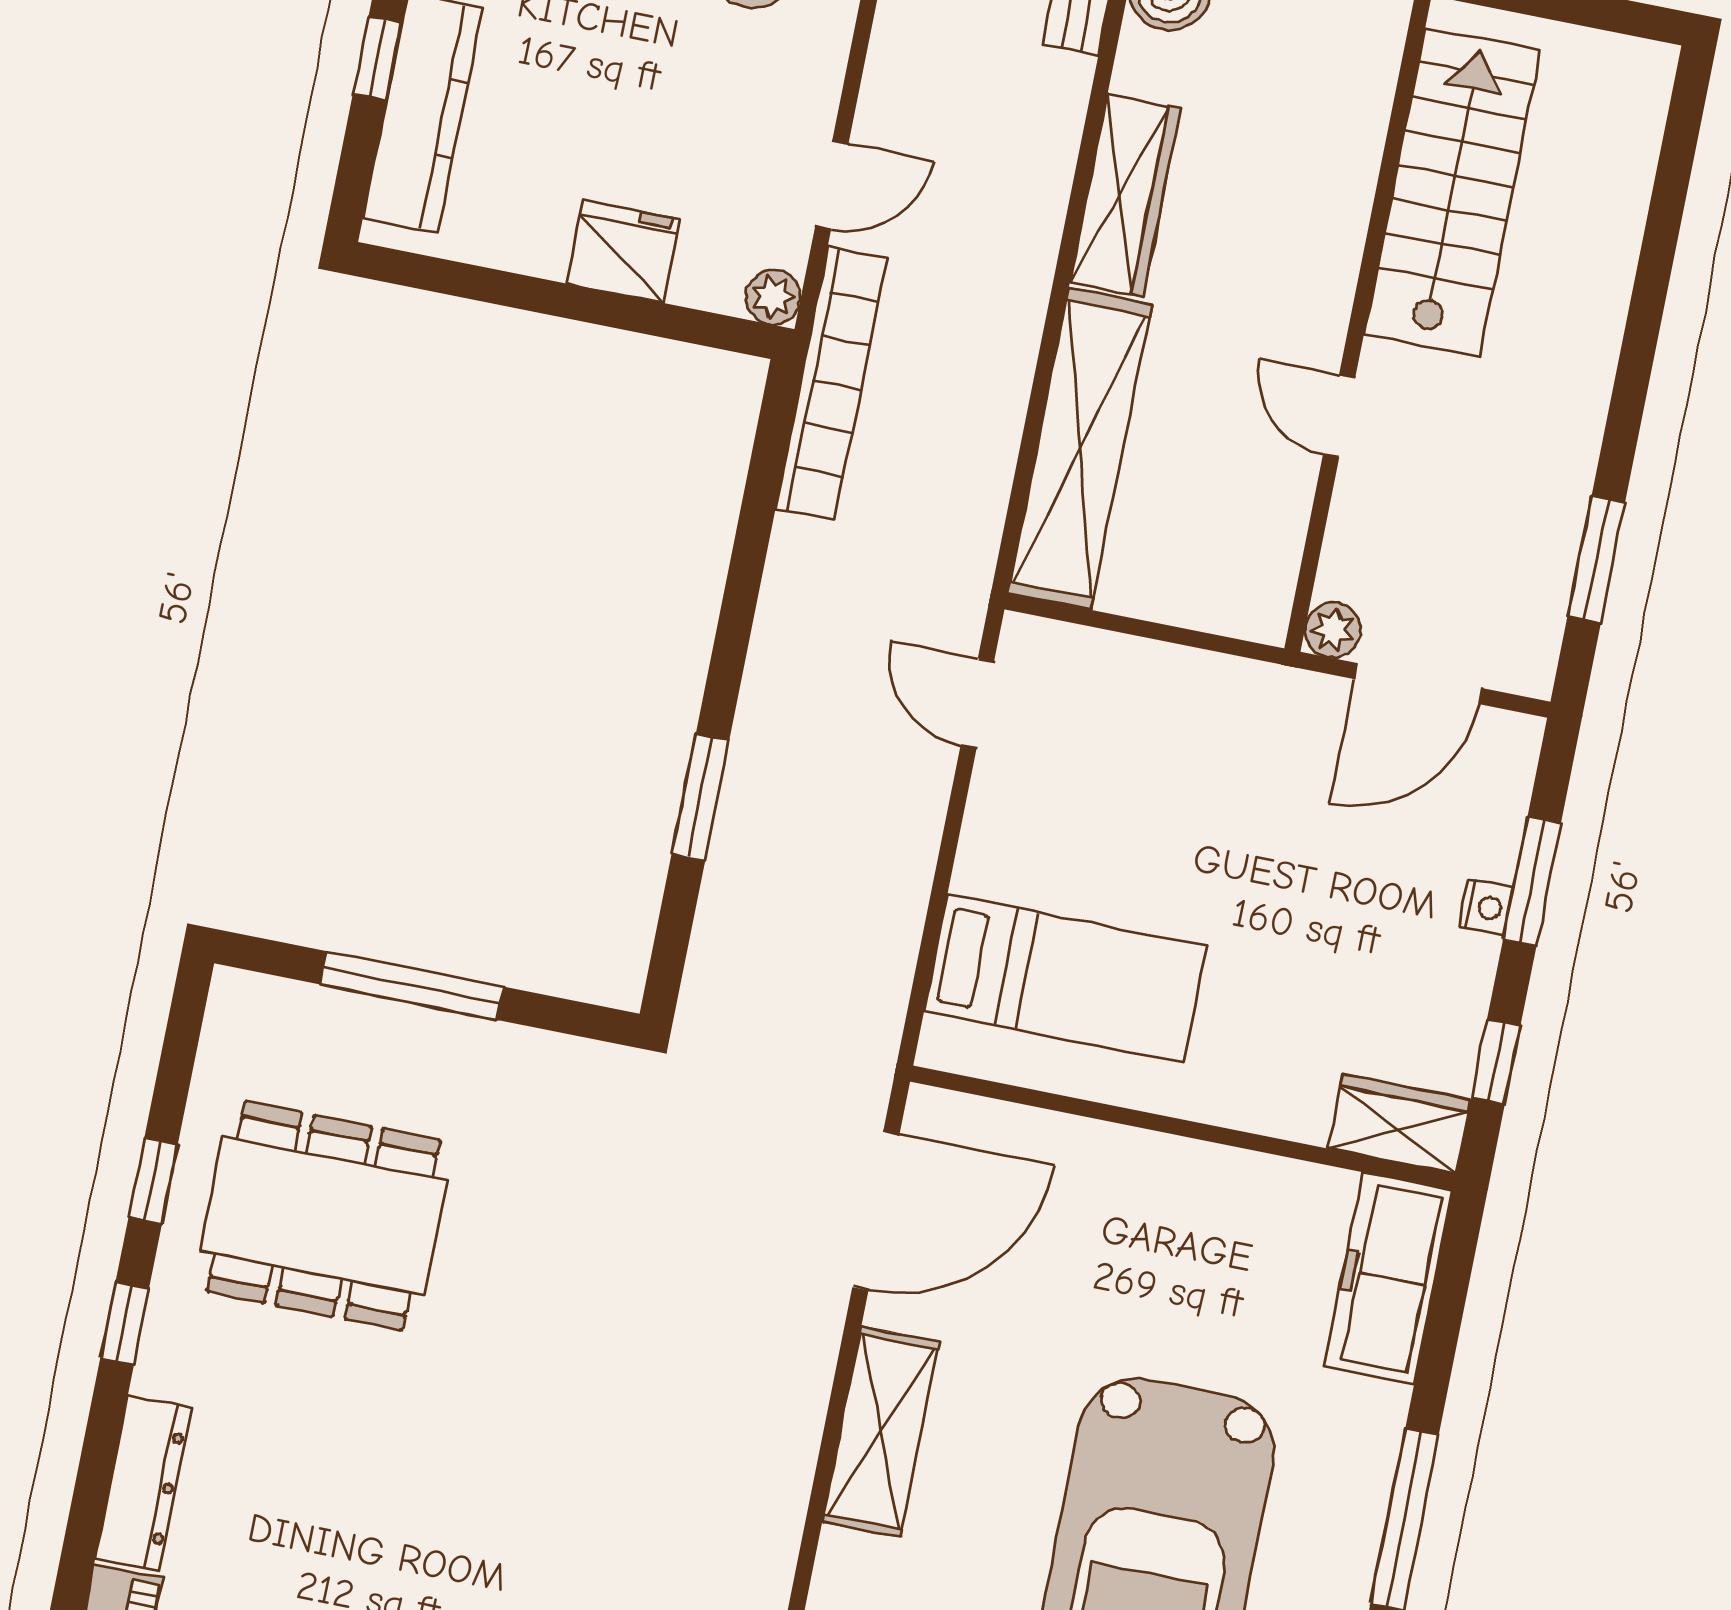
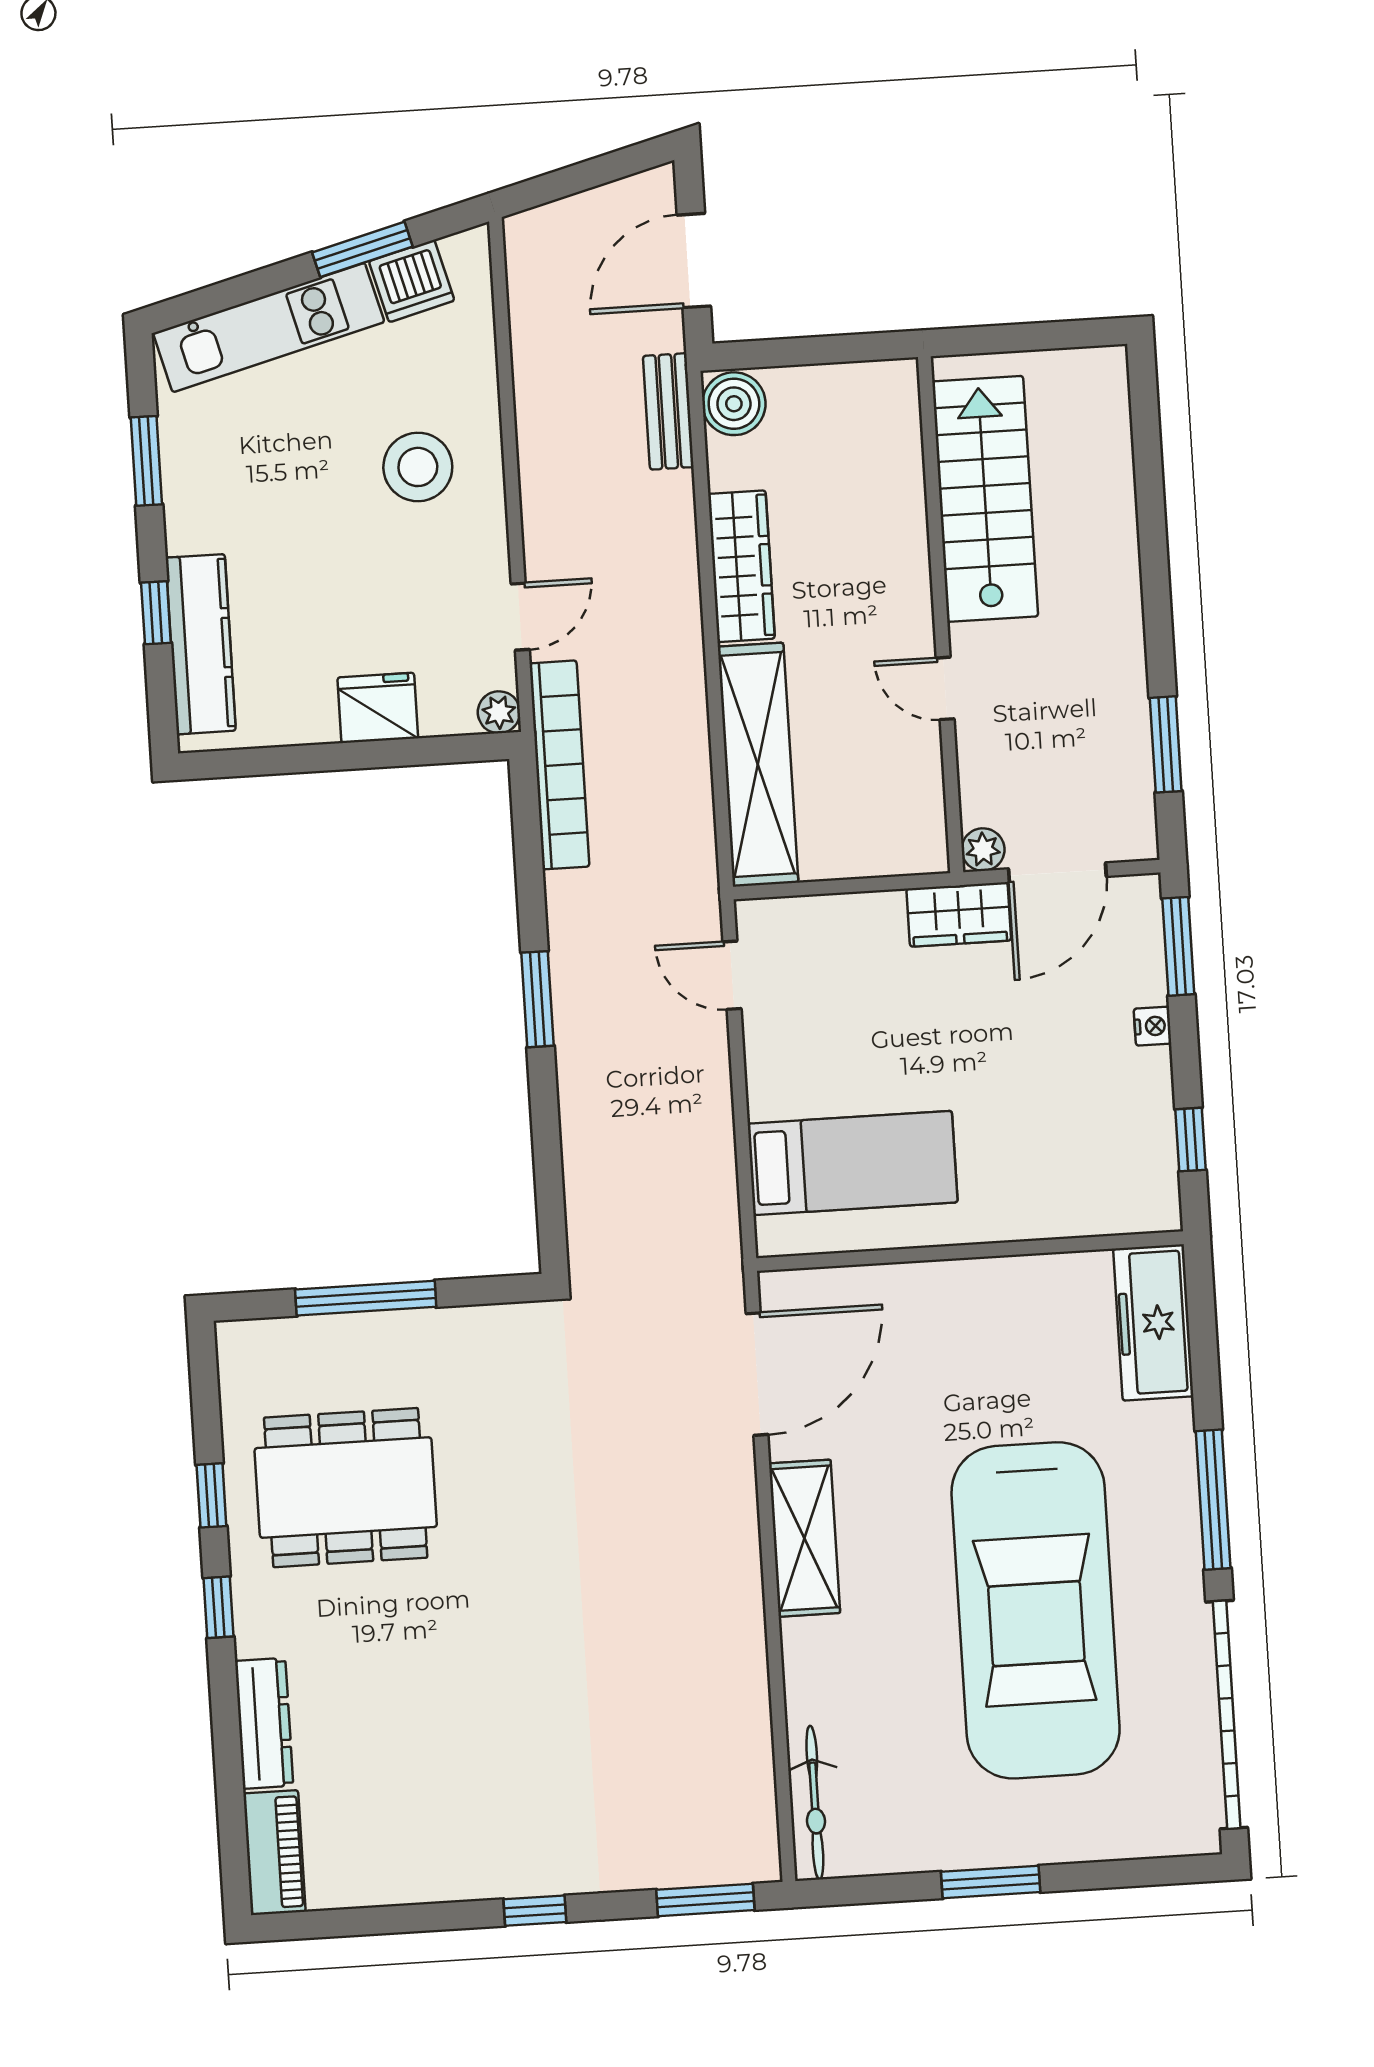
window: (700, 797) -> (538, 999), moved
window: (1532, 881) -> (1178, 946), moved
wardrobe: (1399, 1124) -> (959, 915), moved, turned 180

